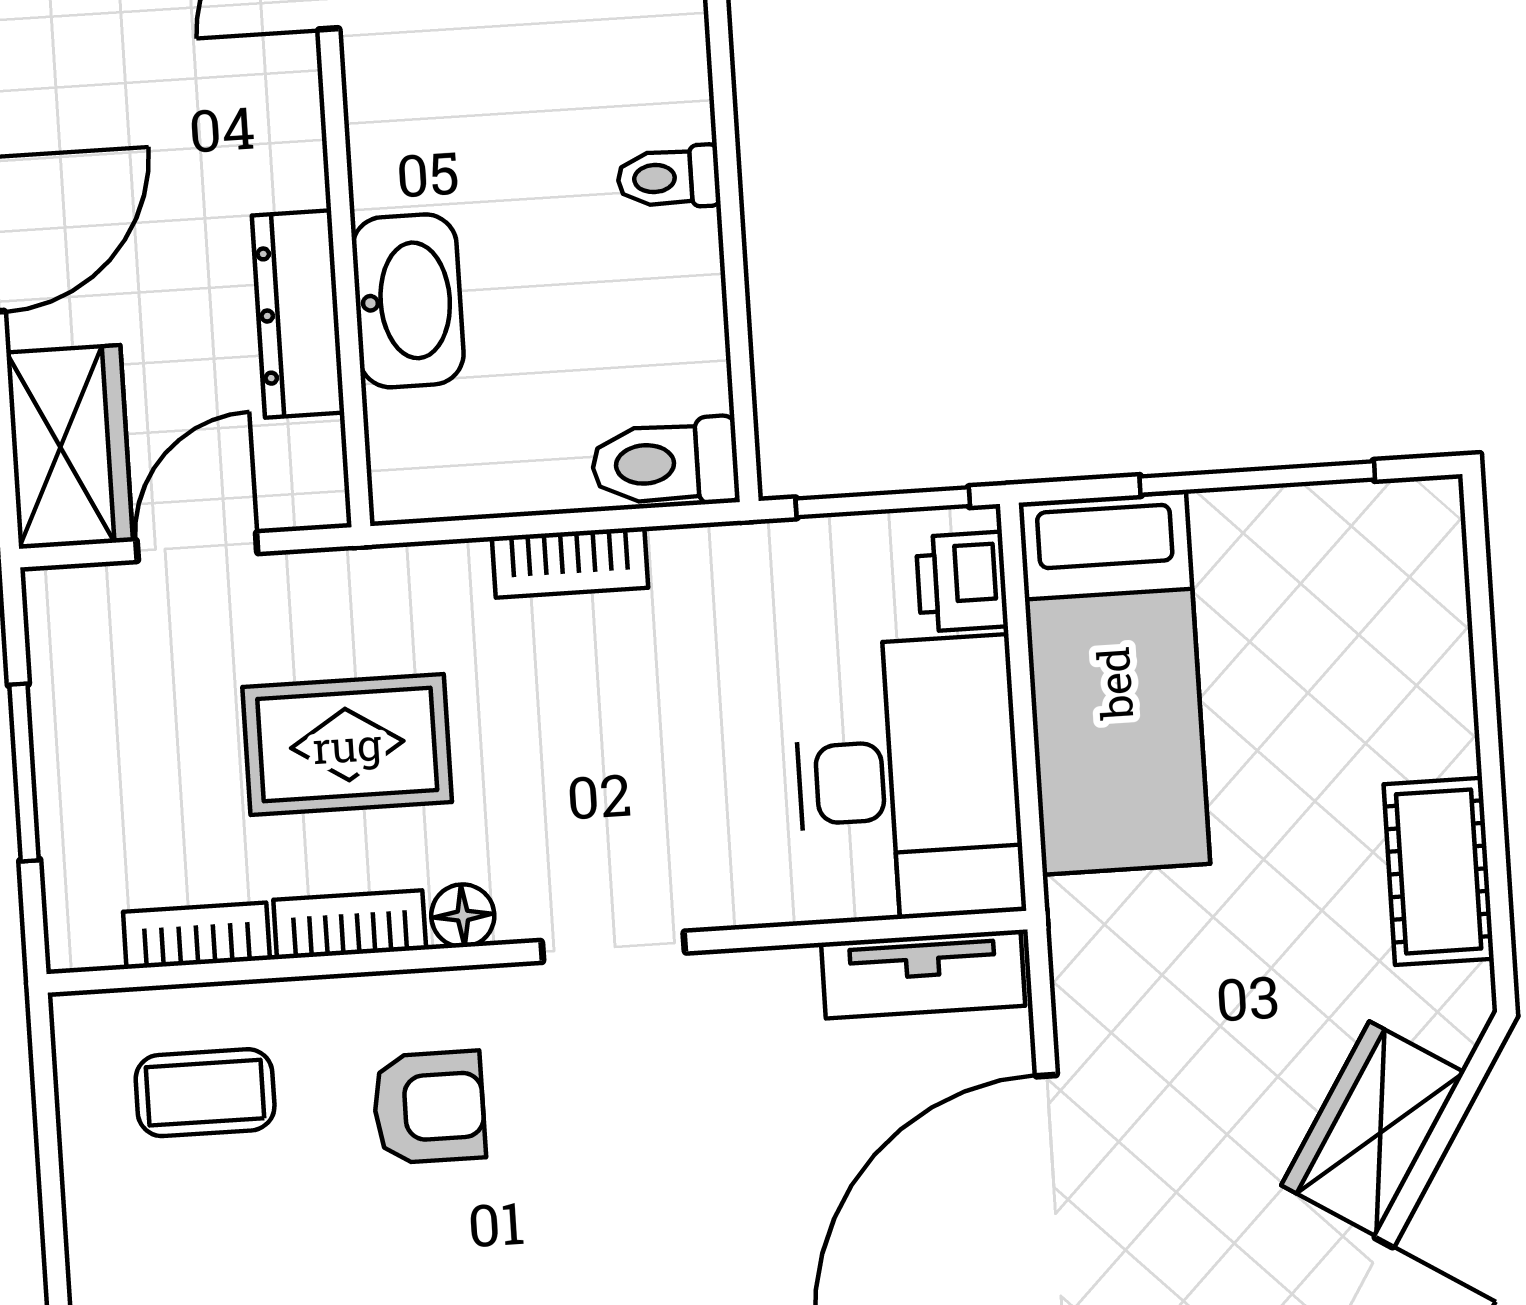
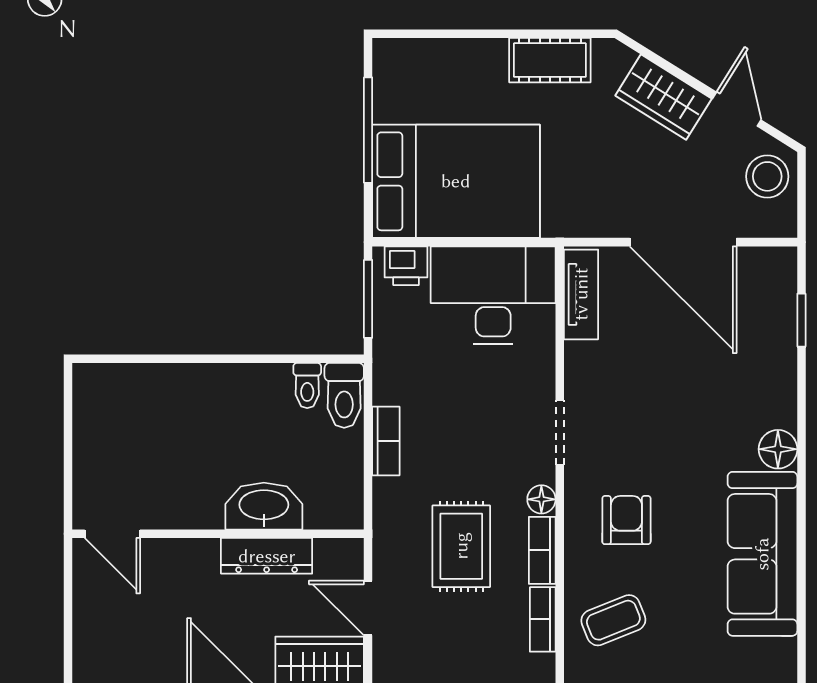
toilet: (669, 178) -> (307, 386), moved
bed: (1114, 683) -> (456, 181), width x1.50
coffee table: (205, 1093) -> (613, 620), turned 68

